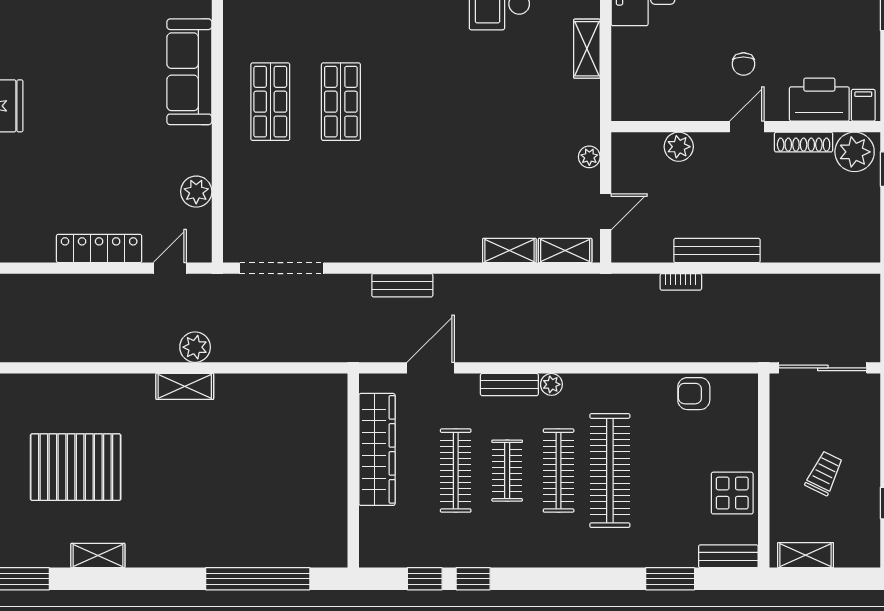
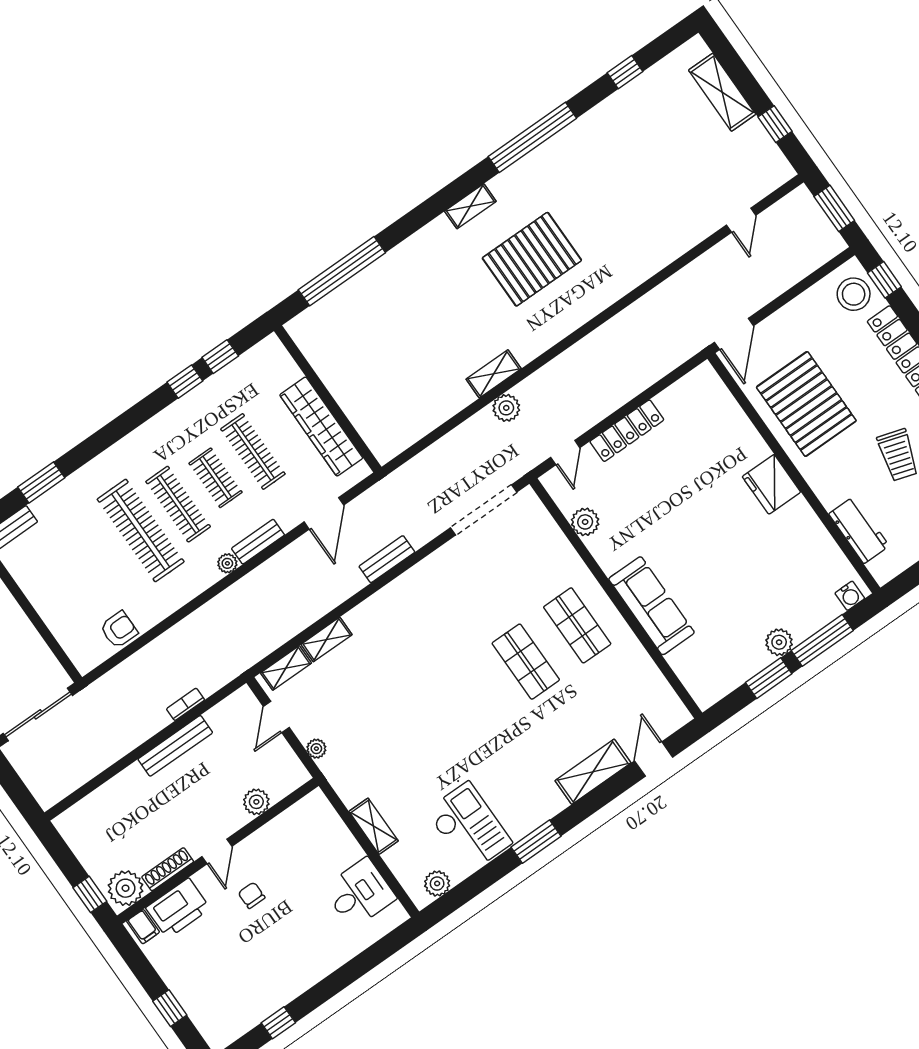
display table: (732, 493) -> (40, 577), removed

